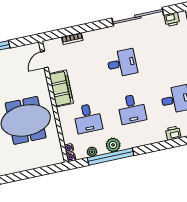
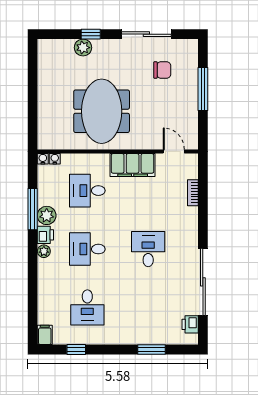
desk: (122, 63) -> (148, 249), turned 180
printer: (173, 133) -> (45, 235), moved
plant: (92, 152) -> (44, 251), moved
window: (111, 157) -> (33, 209), width x0.68

